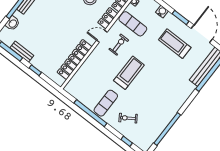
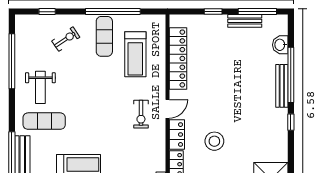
exercise mat: (133, 24) -> (44, 121), moved
treadmill: (129, 73) -> (135, 54), moved
weight bench: (163, 102) -> (40, 87), added

